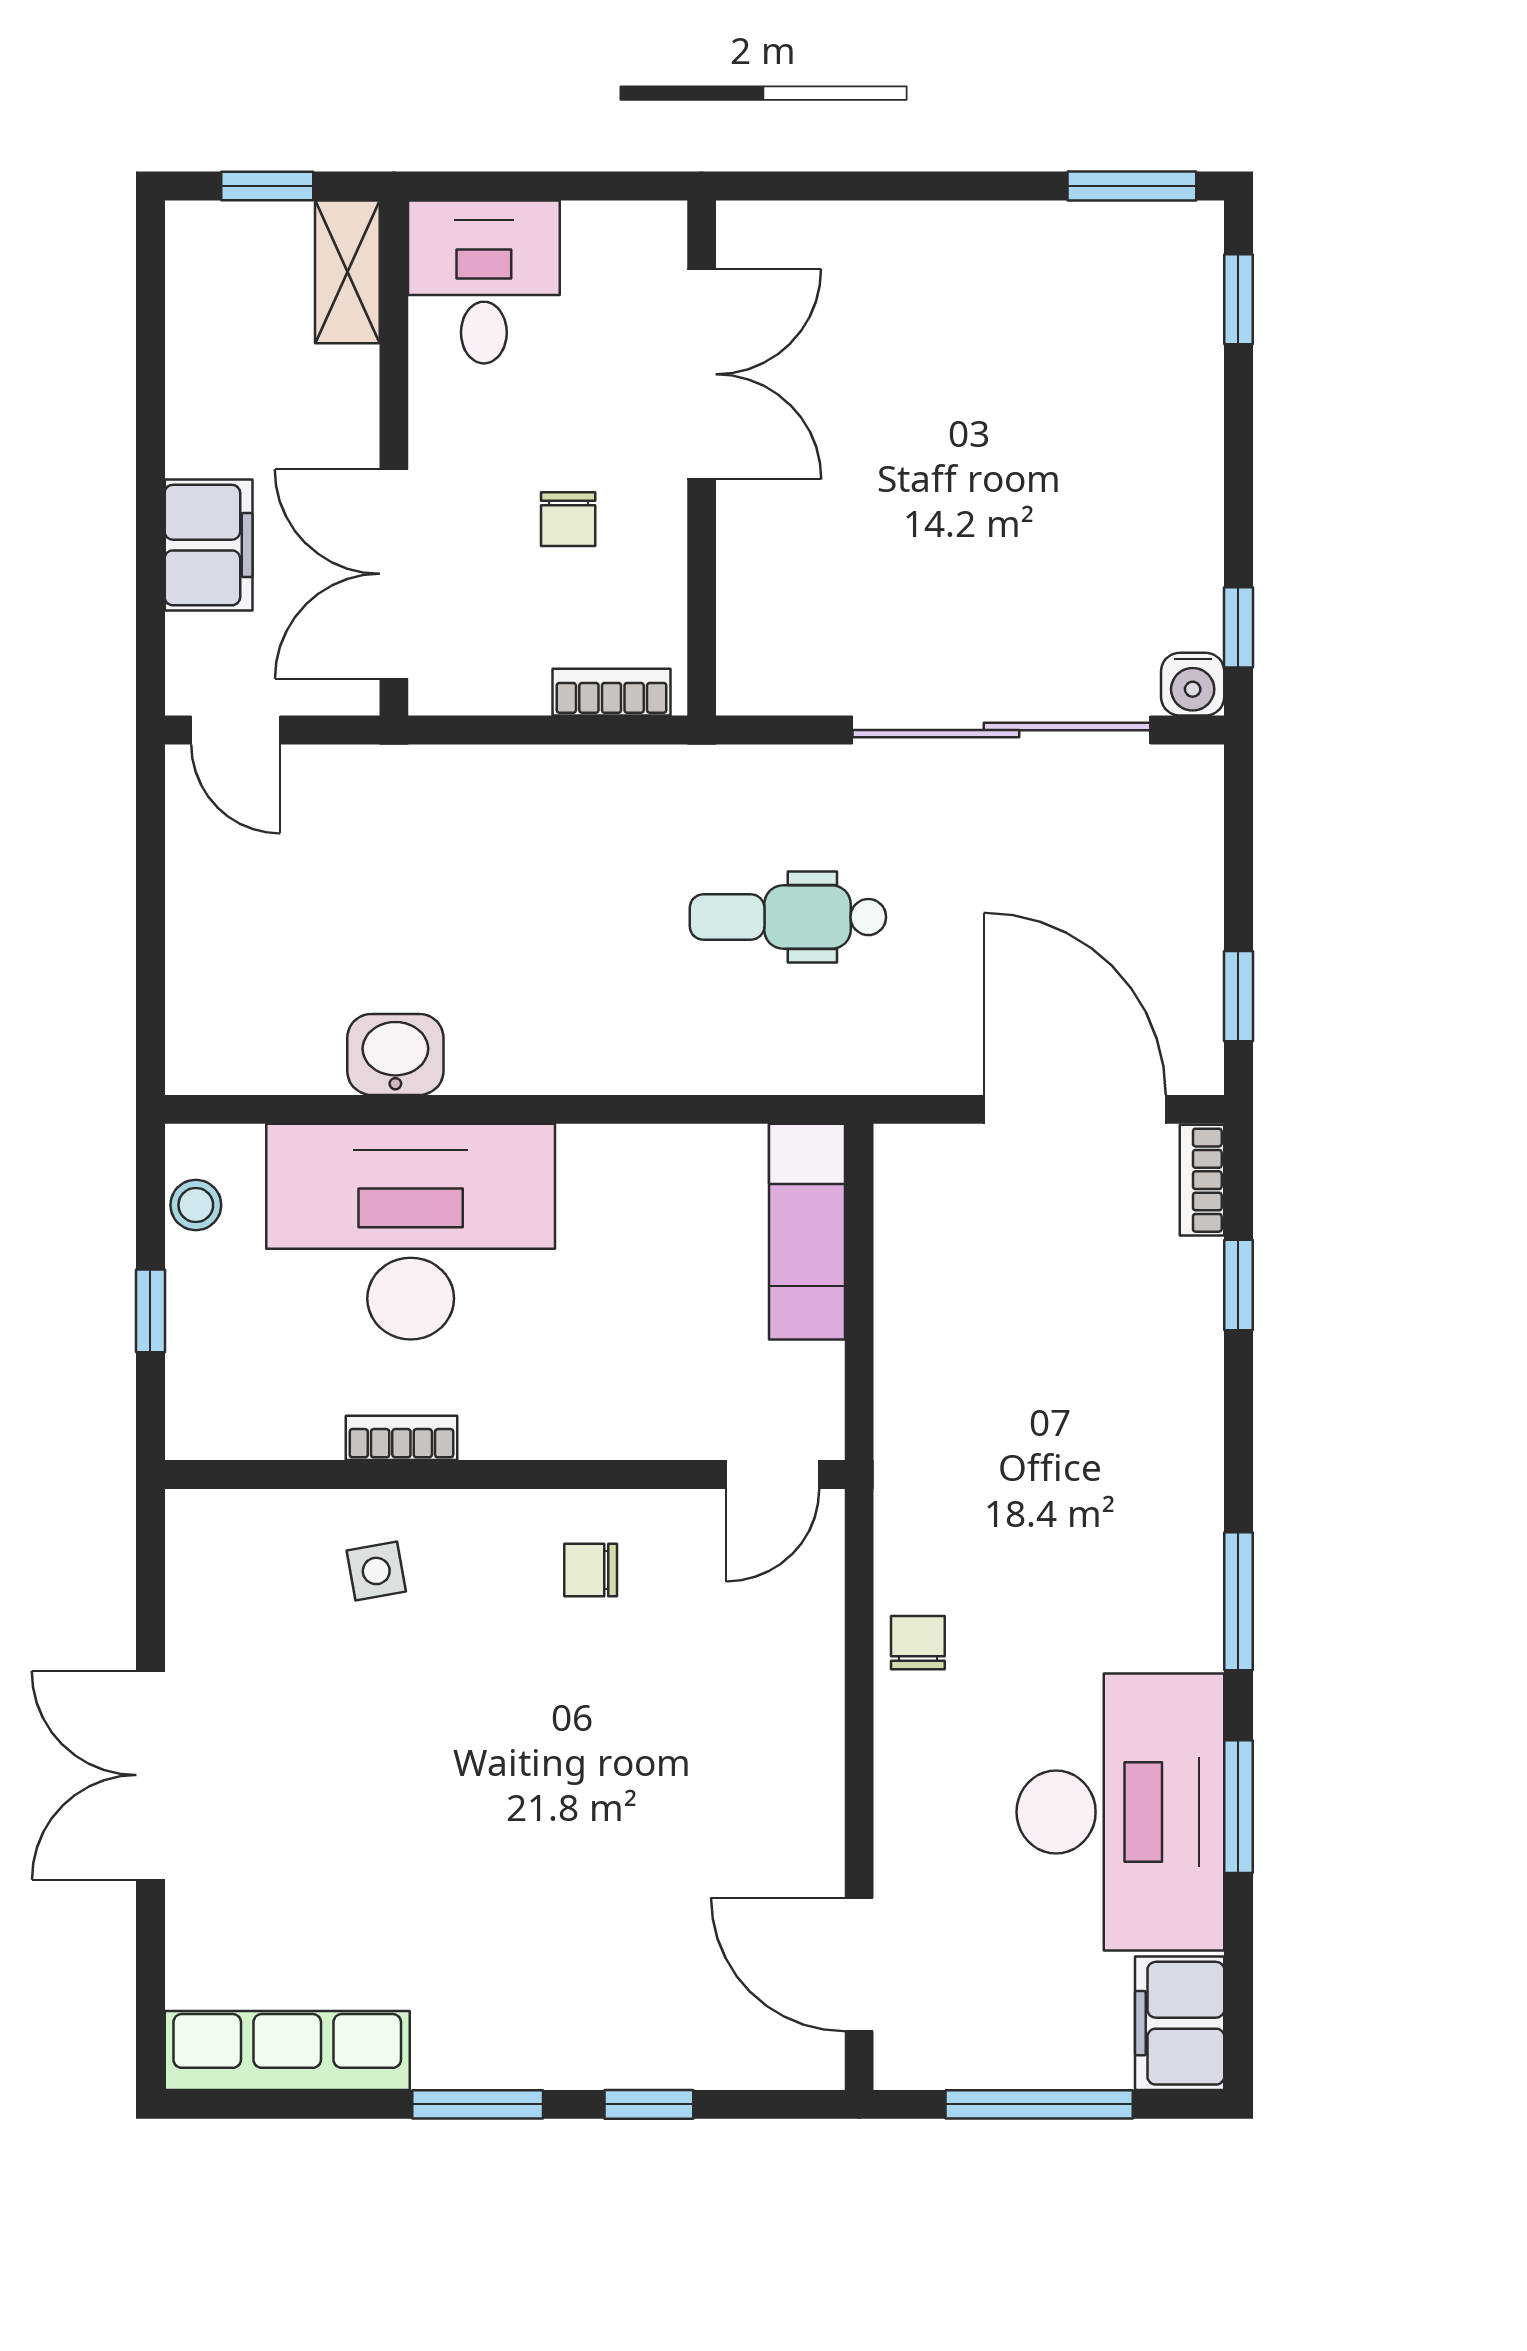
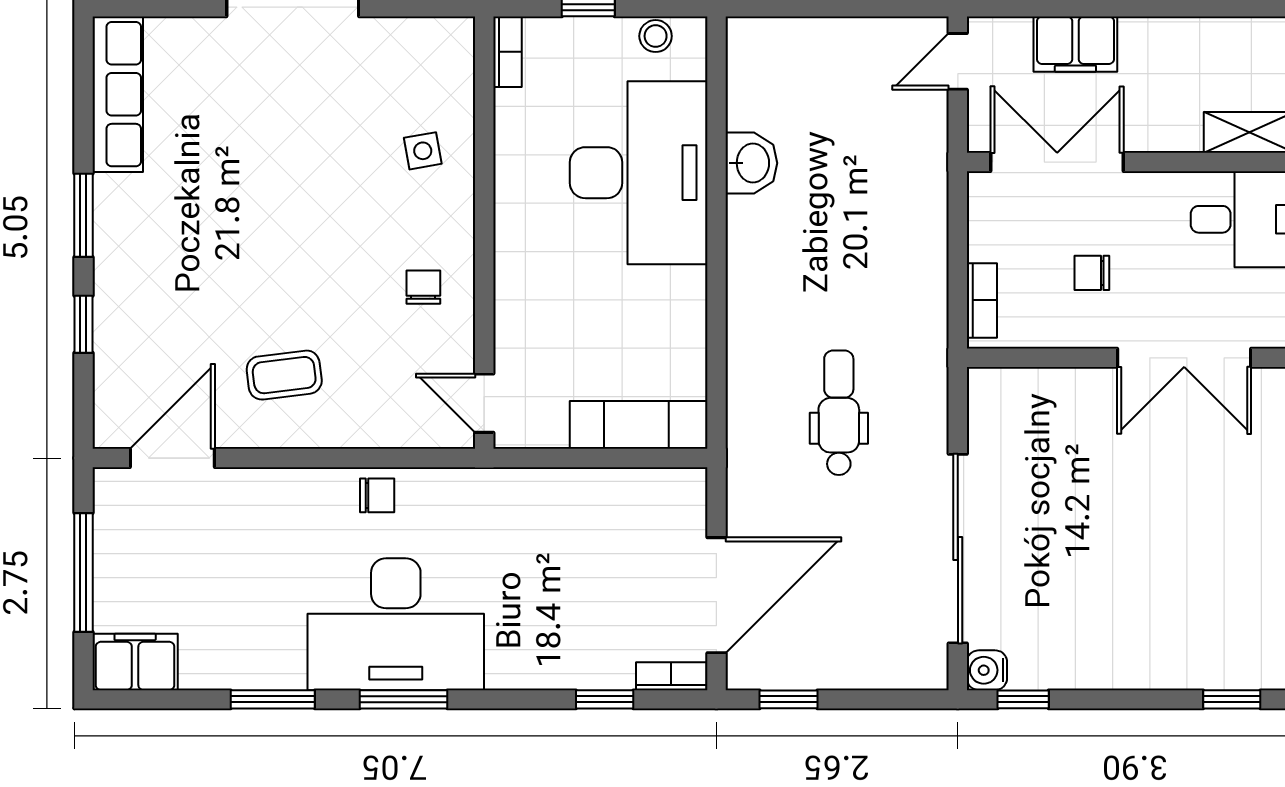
bookcase: (401, 1438) -> (507, 52), moved
coffee table: (729, 1789) -> (284, 375), added
desk: (1120, 1812) -> (396, 624), moved

